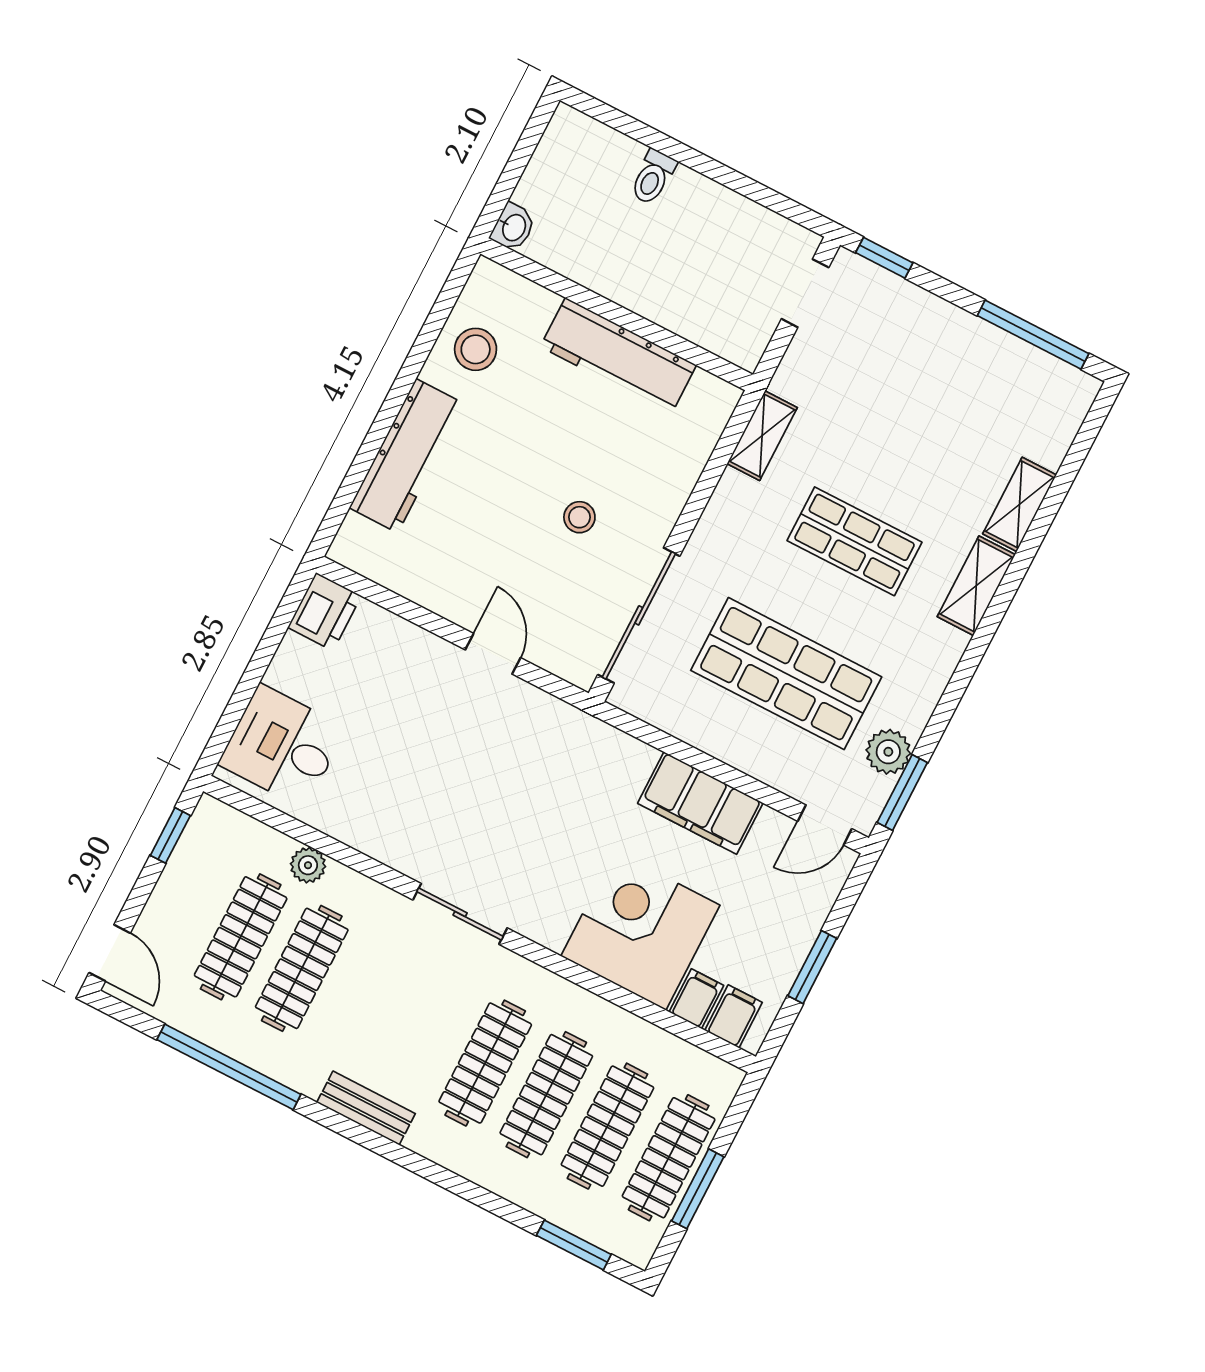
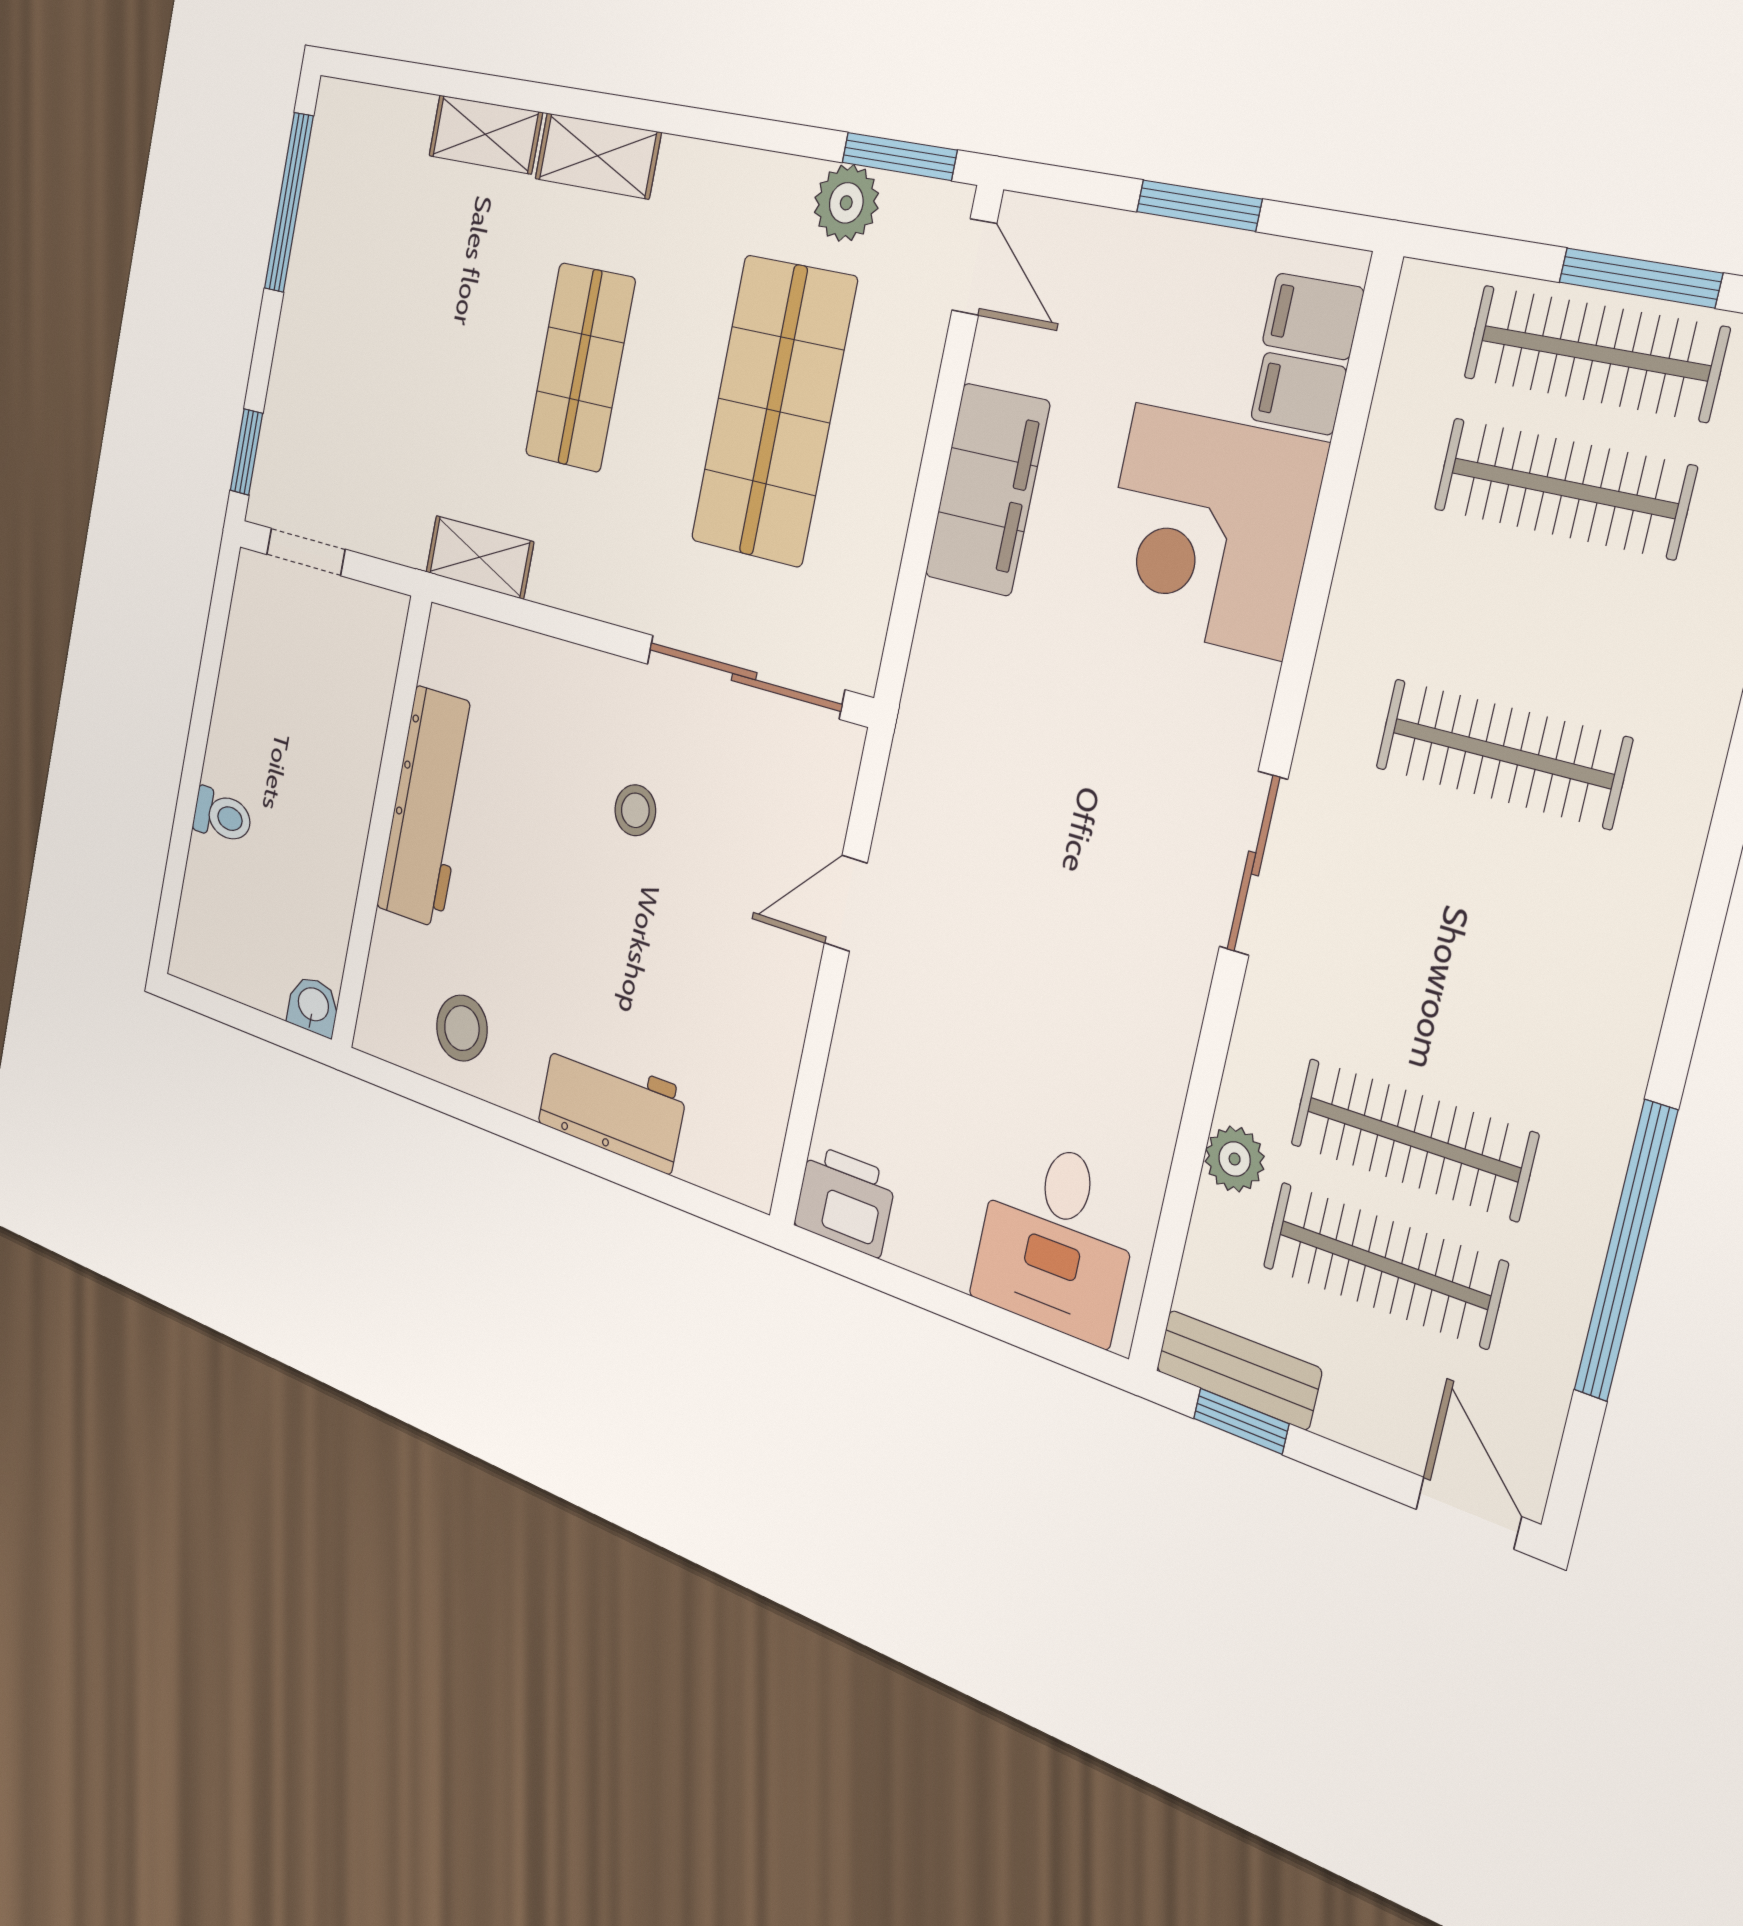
workbench: (407, 456) -> (612, 1106), width x0.73
door: (110, 953) -> (1468, 1513), hinge flipped
clothes rail: (546, 1095) -> (1532, 621), removed
bench: (366, 1108) -> (1238, 1370), moved, turned 90

